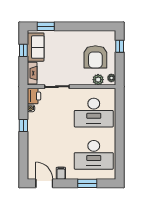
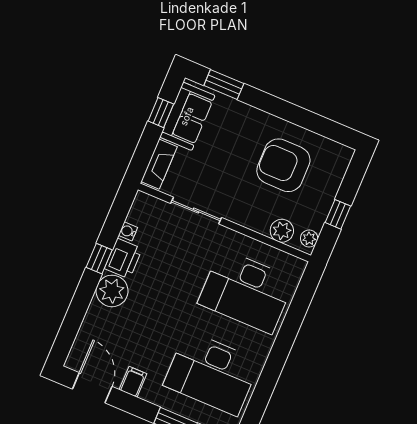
window: (120, 46) -> (338, 214), moved
armchair: (95, 57) -> (283, 165), moved, turned 90
printer: (34, 96) -> (123, 259), moved
plant: (35, 137) -> (112, 291), added

